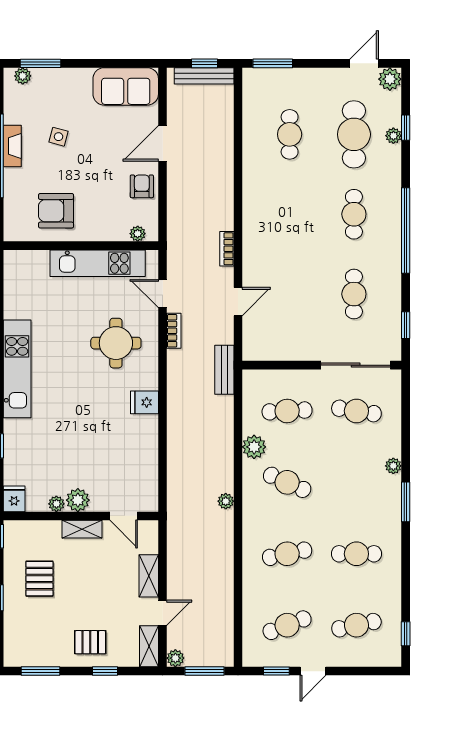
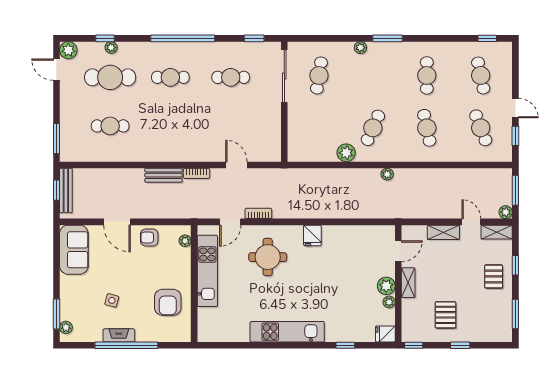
bench: (224, 370) -> (164, 175), moved
cafe table: (287, 411) -> (319, 128), removed
pallet: (39, 579) -> (446, 315), turned 90

